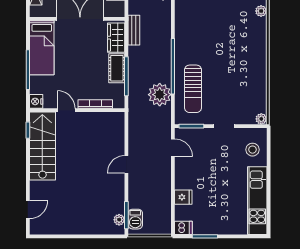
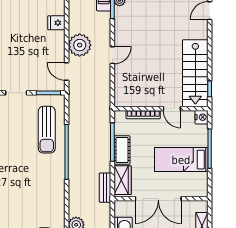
bed: (42, 48) -> (181, 160), moved, turned -90
sun lounger: (193, 89) -> (47, 130), turned 180
plant: (160, 95) -> (80, 45), moved

